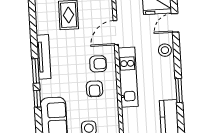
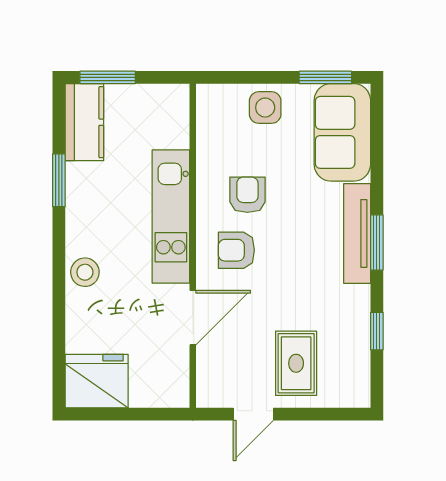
door: (175, 23) -> (59, 332), removed
tv unit: (44, 57) -> (357, 233), moved
window: (37, 99) -> (377, 331), moved

